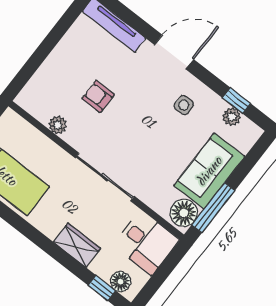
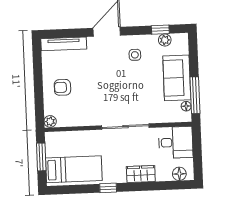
armchair: (98, 96) -> (62, 87), moved
plant: (58, 125) -> (50, 121), moved
floor lamp: (184, 213) -> (186, 106), width x0.53, depth x0.53
window: (102, 288) -> (108, 188), moved

